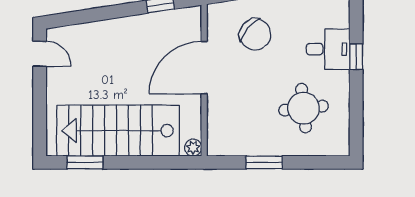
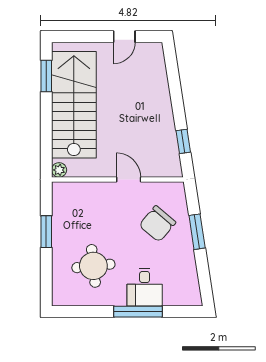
door: (40, 54) -> (124, 37), moved
window: (356, 57) -> (138, 312), width x2.17
door: (204, 68) -> (129, 180), width x0.53

